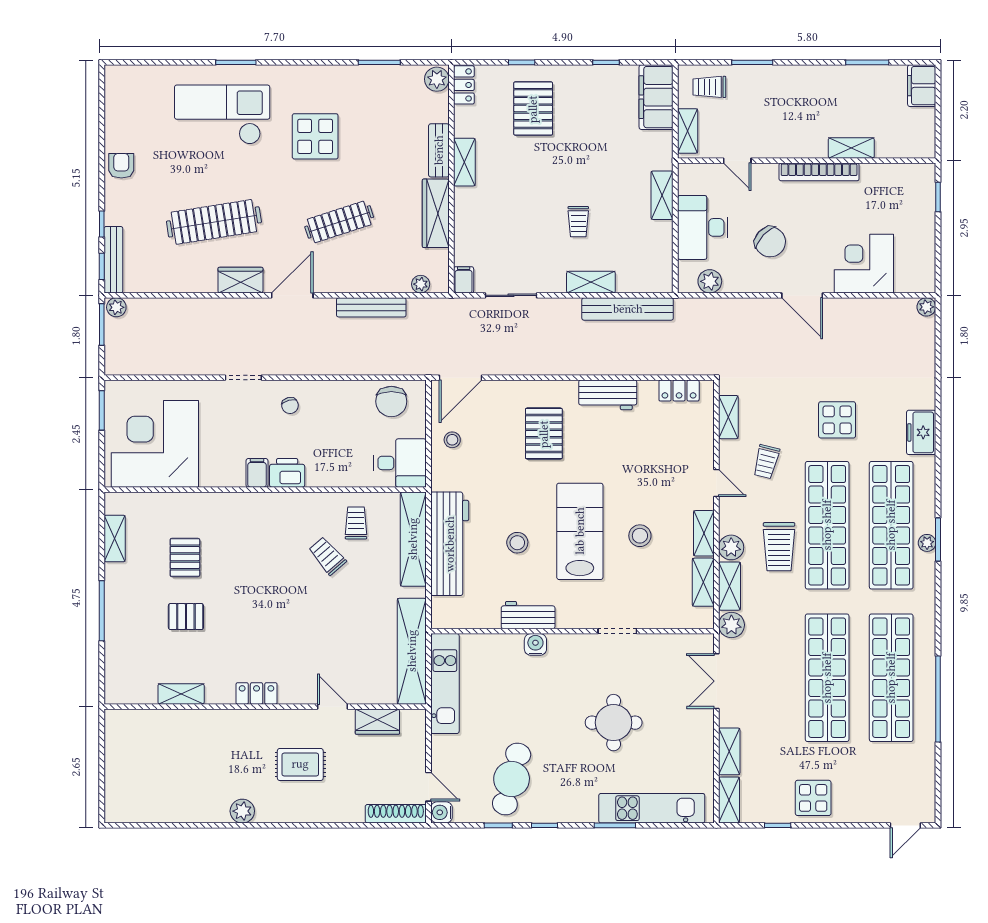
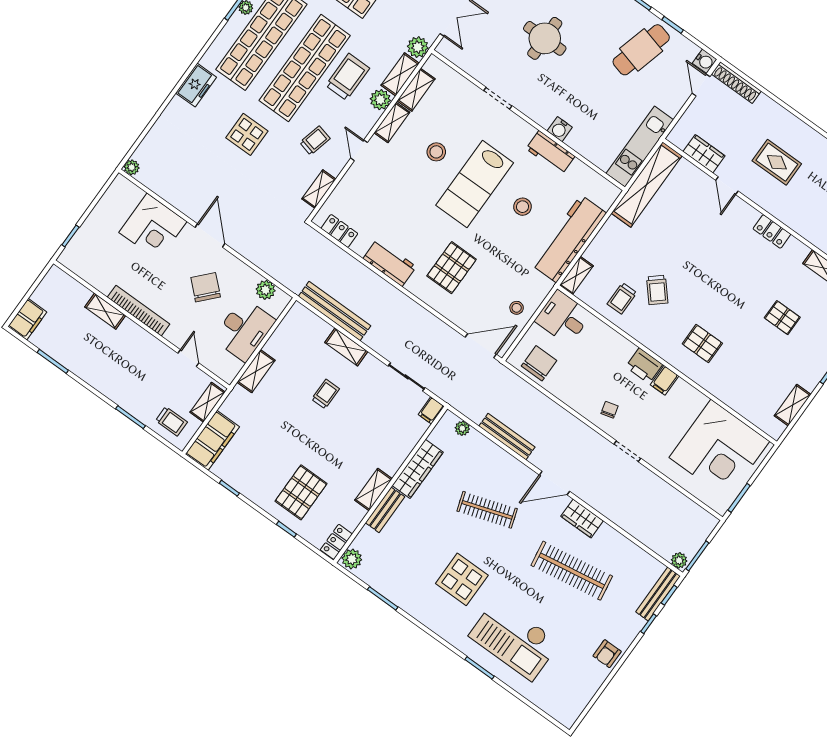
shelving: (413, 539) -> (576, 275), width x0.45, depth x0.75
pallet: (185, 557) -> (702, 343), moved, turned 90

